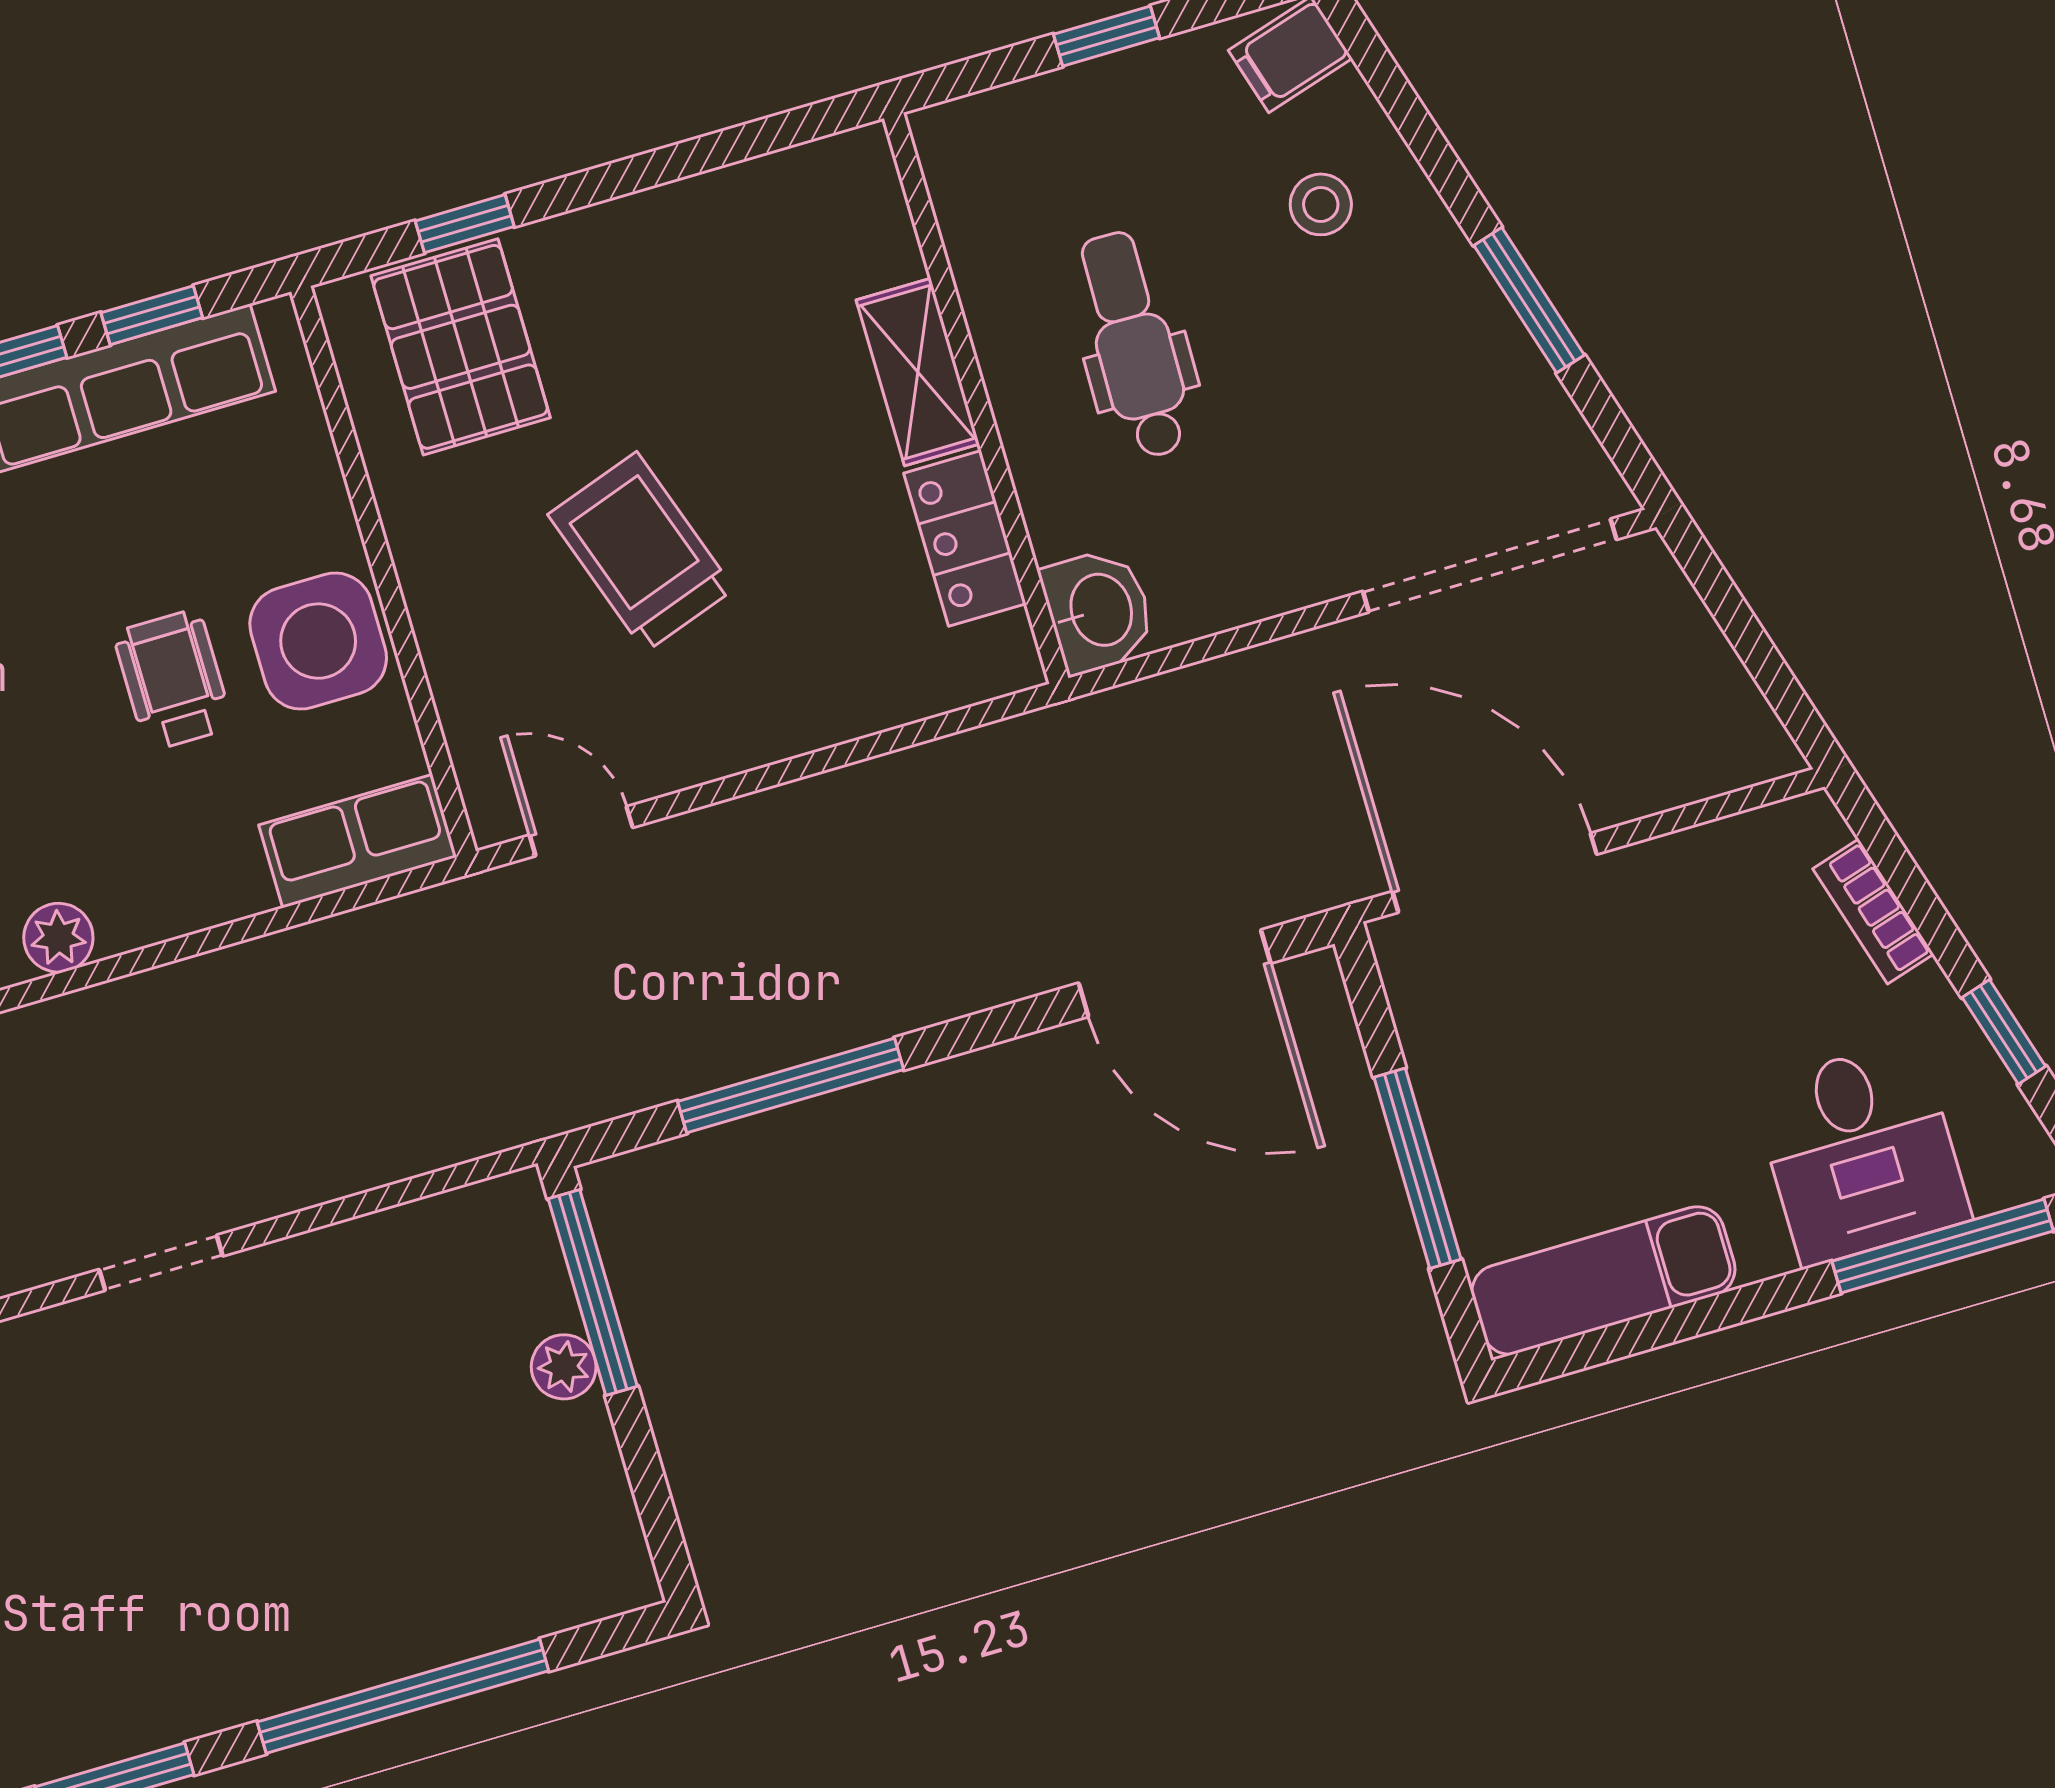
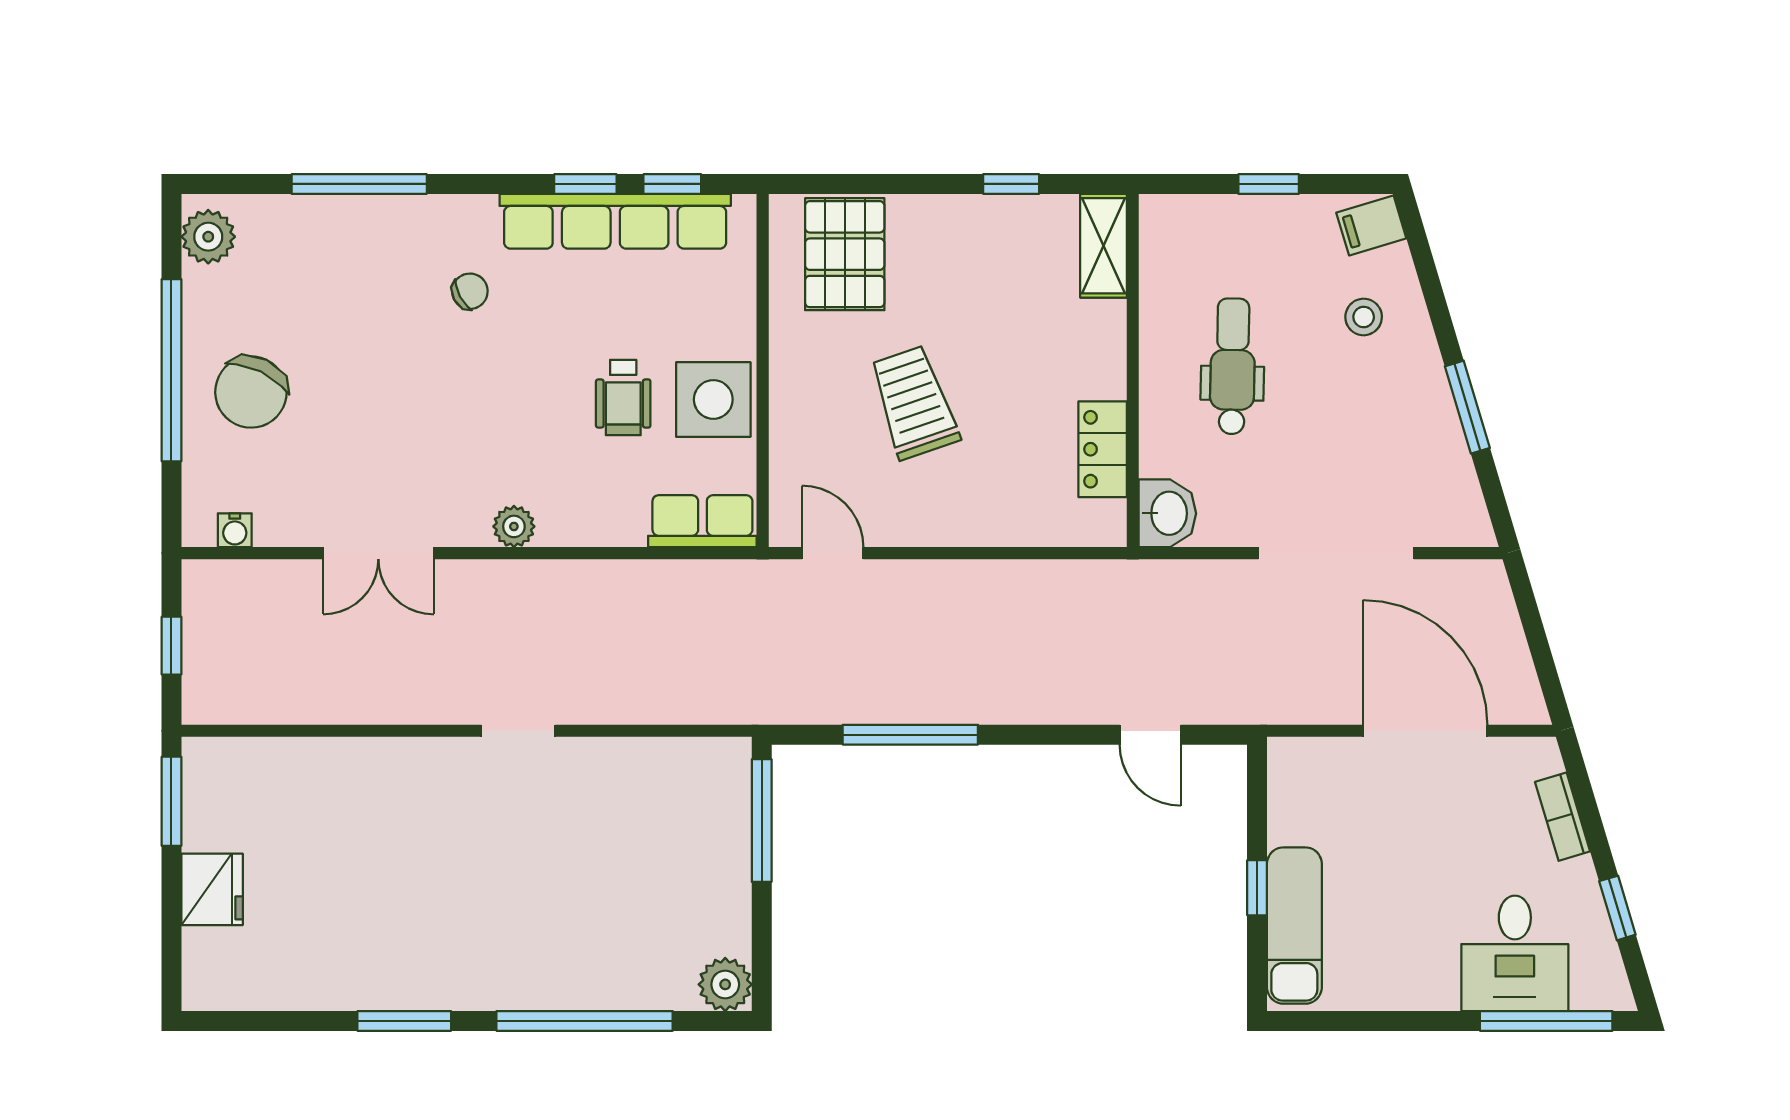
window: (465, 224) -> (1011, 184), moved
shelving: (918, 372) -> (1103, 246), moved
doorway: (1490, 565) -> (1336, 553), moved
wheelchair: (173, 680) -> (623, 397), turned 180
door: (1494, 873) -> (1425, 731), moved
door: (1175, 973) -> (1150, 735), width x0.53
window: (1417, 1168) -> (1257, 888), width x0.46
exam couch: (1603, 1280) -> (1294, 926), moved, turned 90
plant: (564, 1367) -> (725, 984), moved, width x1.38, depth x1.38

